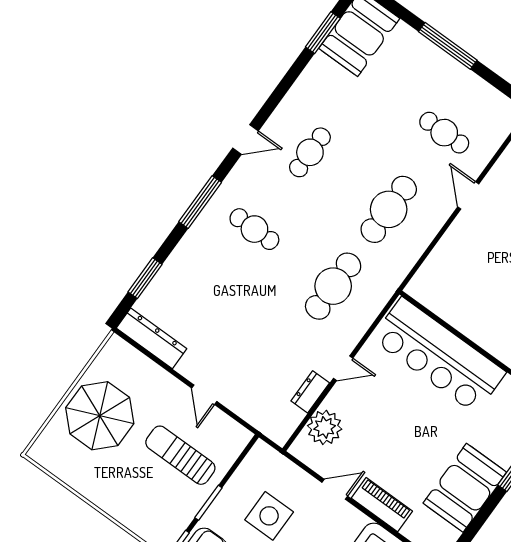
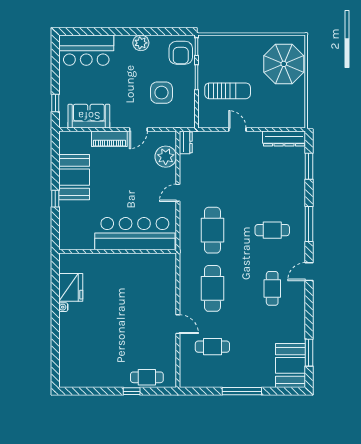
dresser: (310, 392) -> (186, 142), moved
parasol: (100, 416) -> (284, 64), moved

